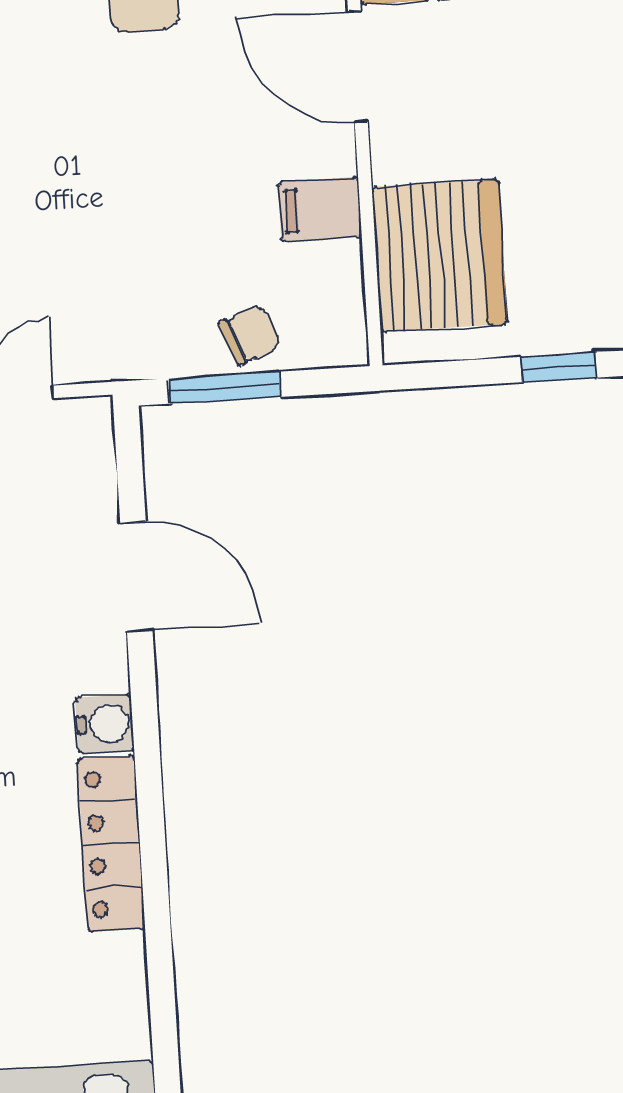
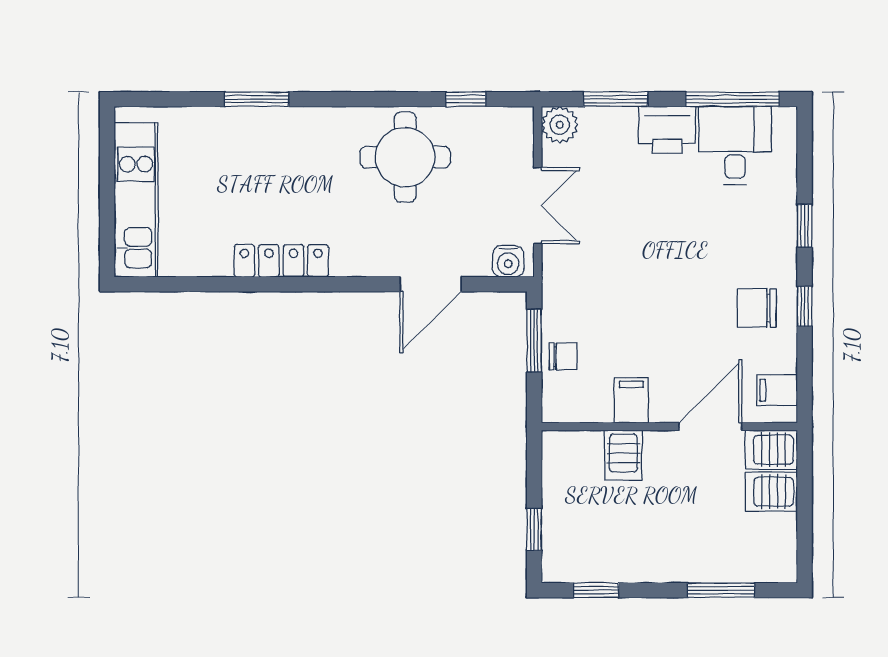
server rack: (439, 255) -> (623, 455), width x0.46, depth x0.70
chair: (250, 335) -> (563, 356), turned -69
water cooler: (105, 724) -> (508, 261), moved

